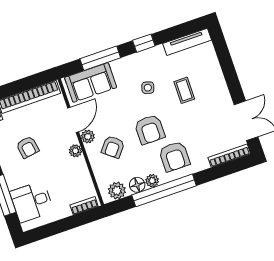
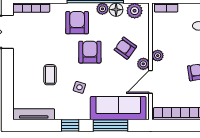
sofa: (91, 82) -> (118, 108), width x1.36
armchair: (113, 147) -> (125, 48), turned -93

